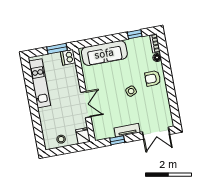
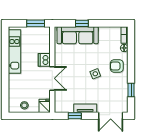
window: (135, 34) -> (82, 23), moved
dishwasher: (68, 57) -> (44, 60), moved
window: (173, 101) -> (131, 90), added

